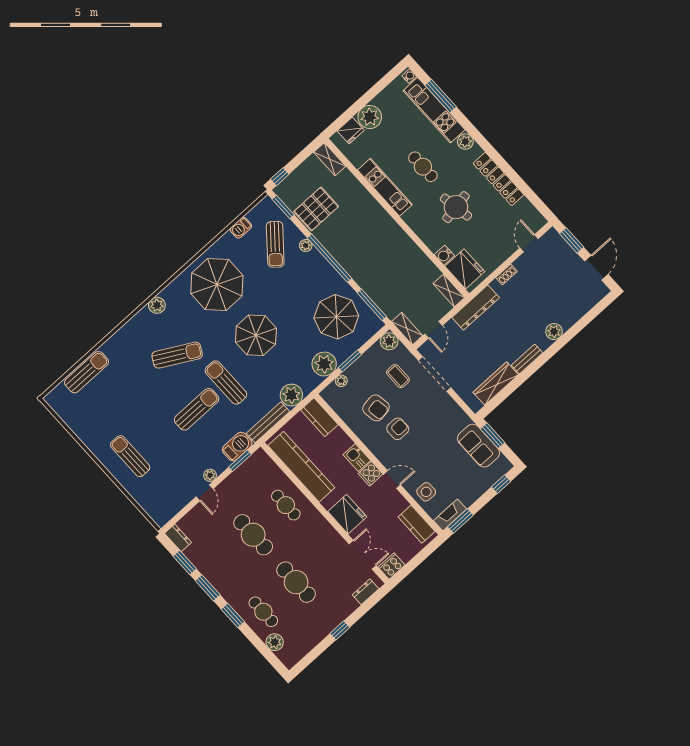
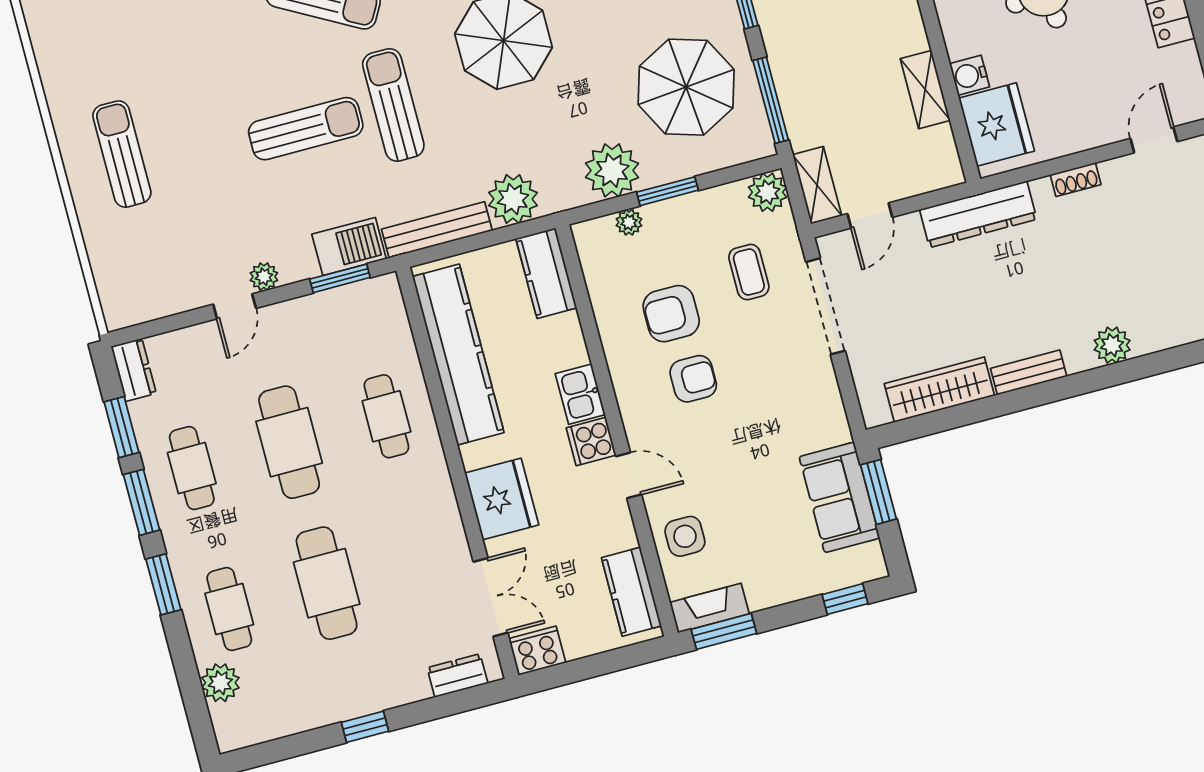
shelving: (449, 291) -> (925, 90), moved
armchair: (376, 408) -> (671, 314), turned 99
cafe table: (220, 564) -> (192, 468), added

